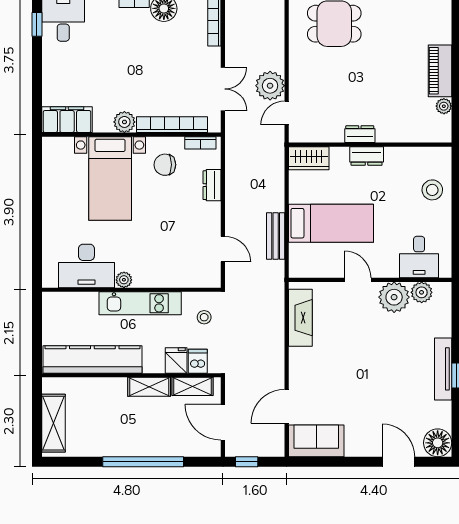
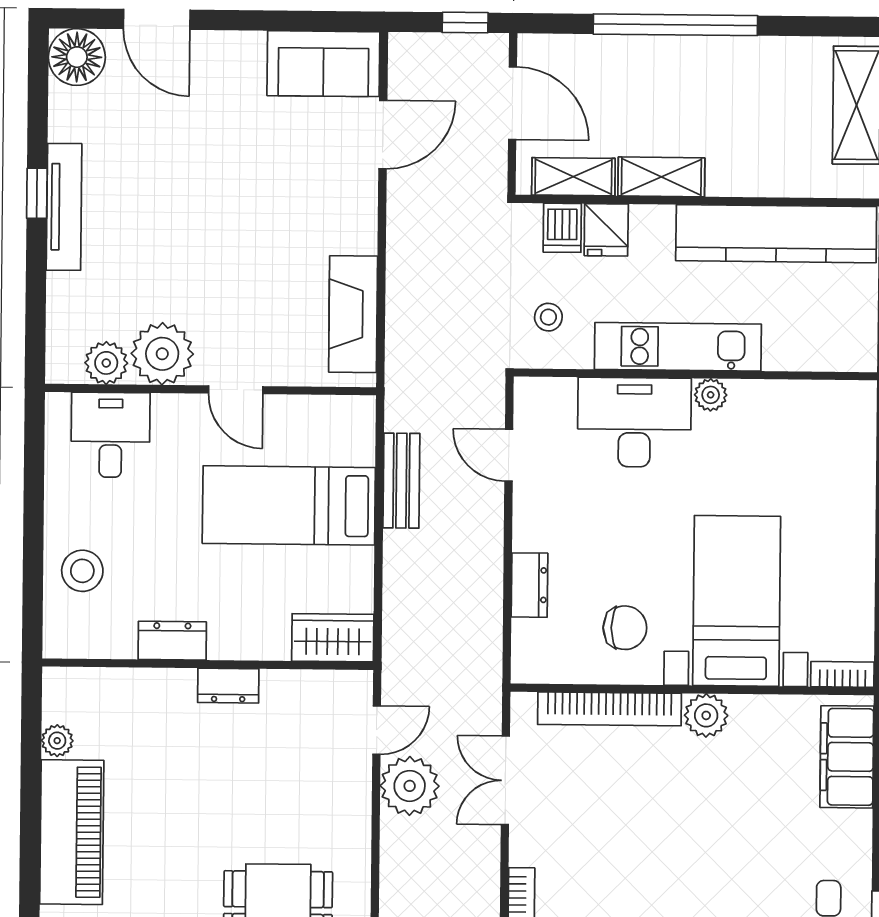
piano: (440, 71) -> (72, 832), width x1.37, depth x1.33
filing cabinet: (67, 120) -> (847, 757), moved, turned 90
bookcase: (200, 143) -> (842, 674), moved
dresser: (367, 156) -> (172, 641), moved
desk: (86, 266) -> (634, 422), moved

